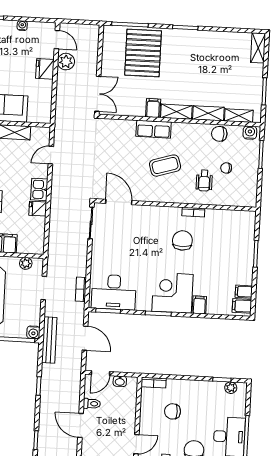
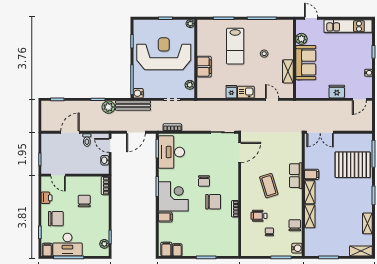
plant: (66, 62) -> (108, 107), moved
shelving: (239, 116) -> (367, 223), moved
chair: (154, 251) -> (204, 181), added

